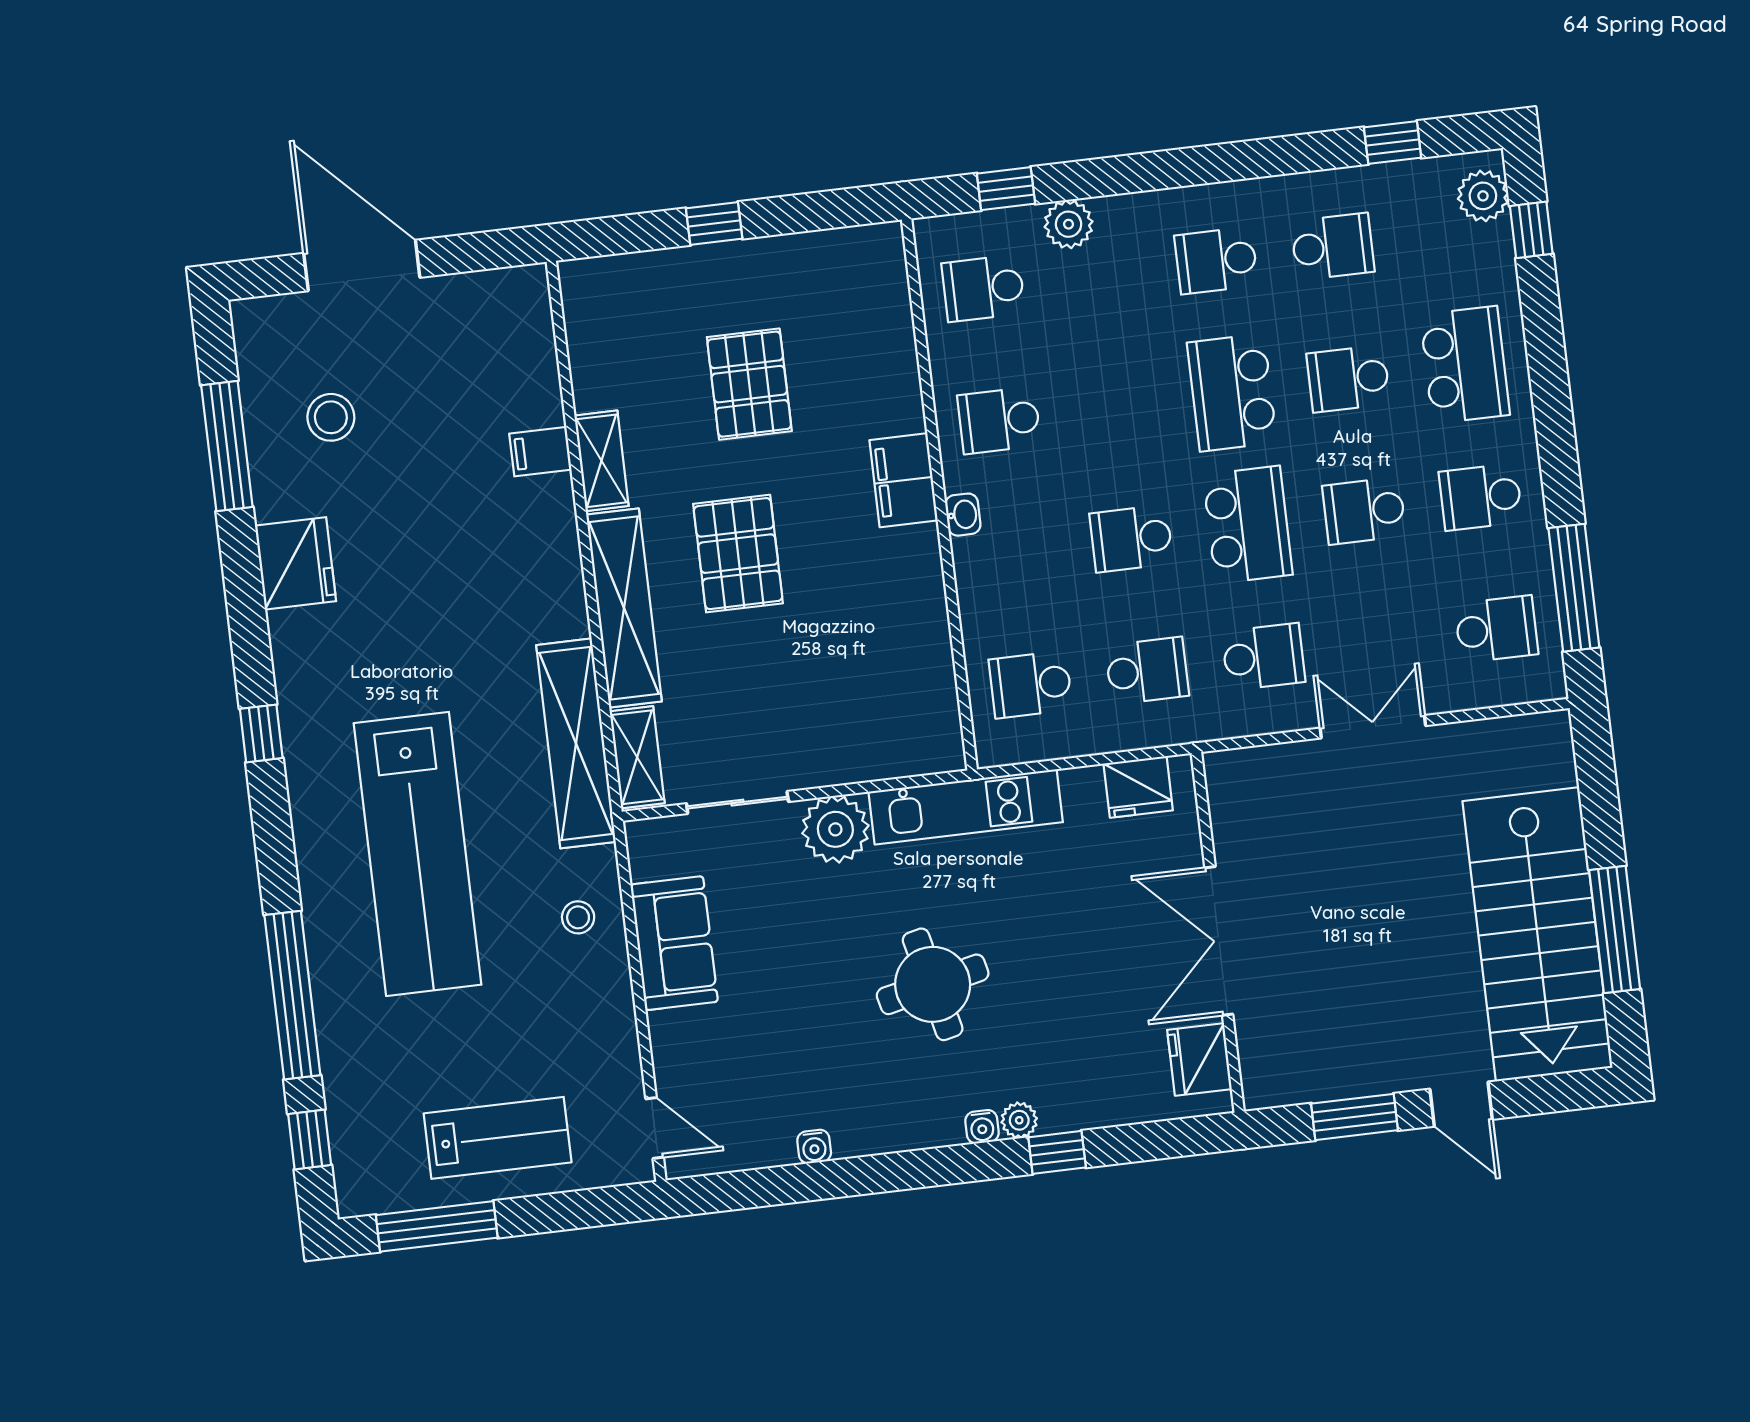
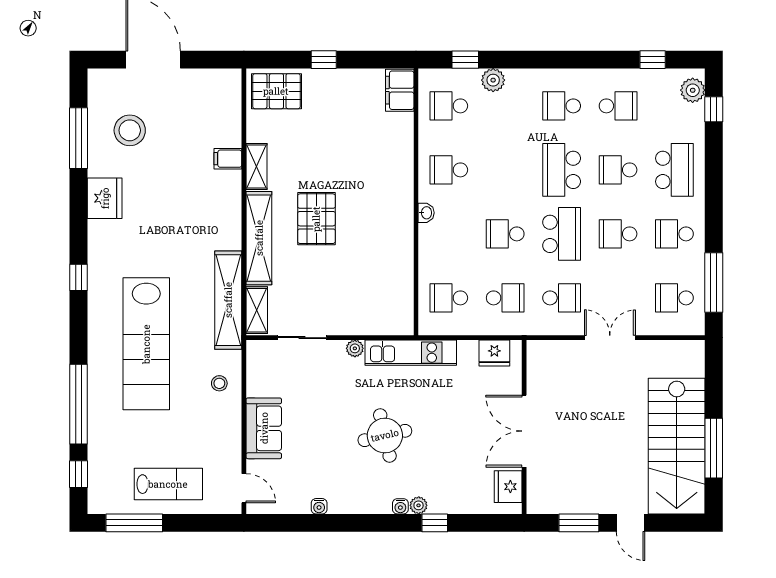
pallet: (749, 384) -> (276, 91), moved, turned 90
stool: (331, 417) -> (130, 130), width x1.38, depth x1.38
filing cabinet: (904, 480) -> (400, 90), moved
school desk: (1496, 629) -> (674, 298), turned 180
plant: (835, 829) -> (355, 348), width x0.53, depth x0.53
sofa: (674, 943) -> (264, 428), moved

